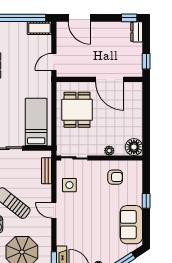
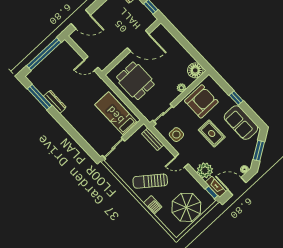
cot: (39, 28) -> (61, 50), removed
door: (54, 62) -> (91, 64), hinge flipped
armchair: (115, 177) -> (201, 101), width x1.88, depth x1.88
rug: (99, 211) -> (212, 133), added
plant: (65, 236) -> (205, 170), added

